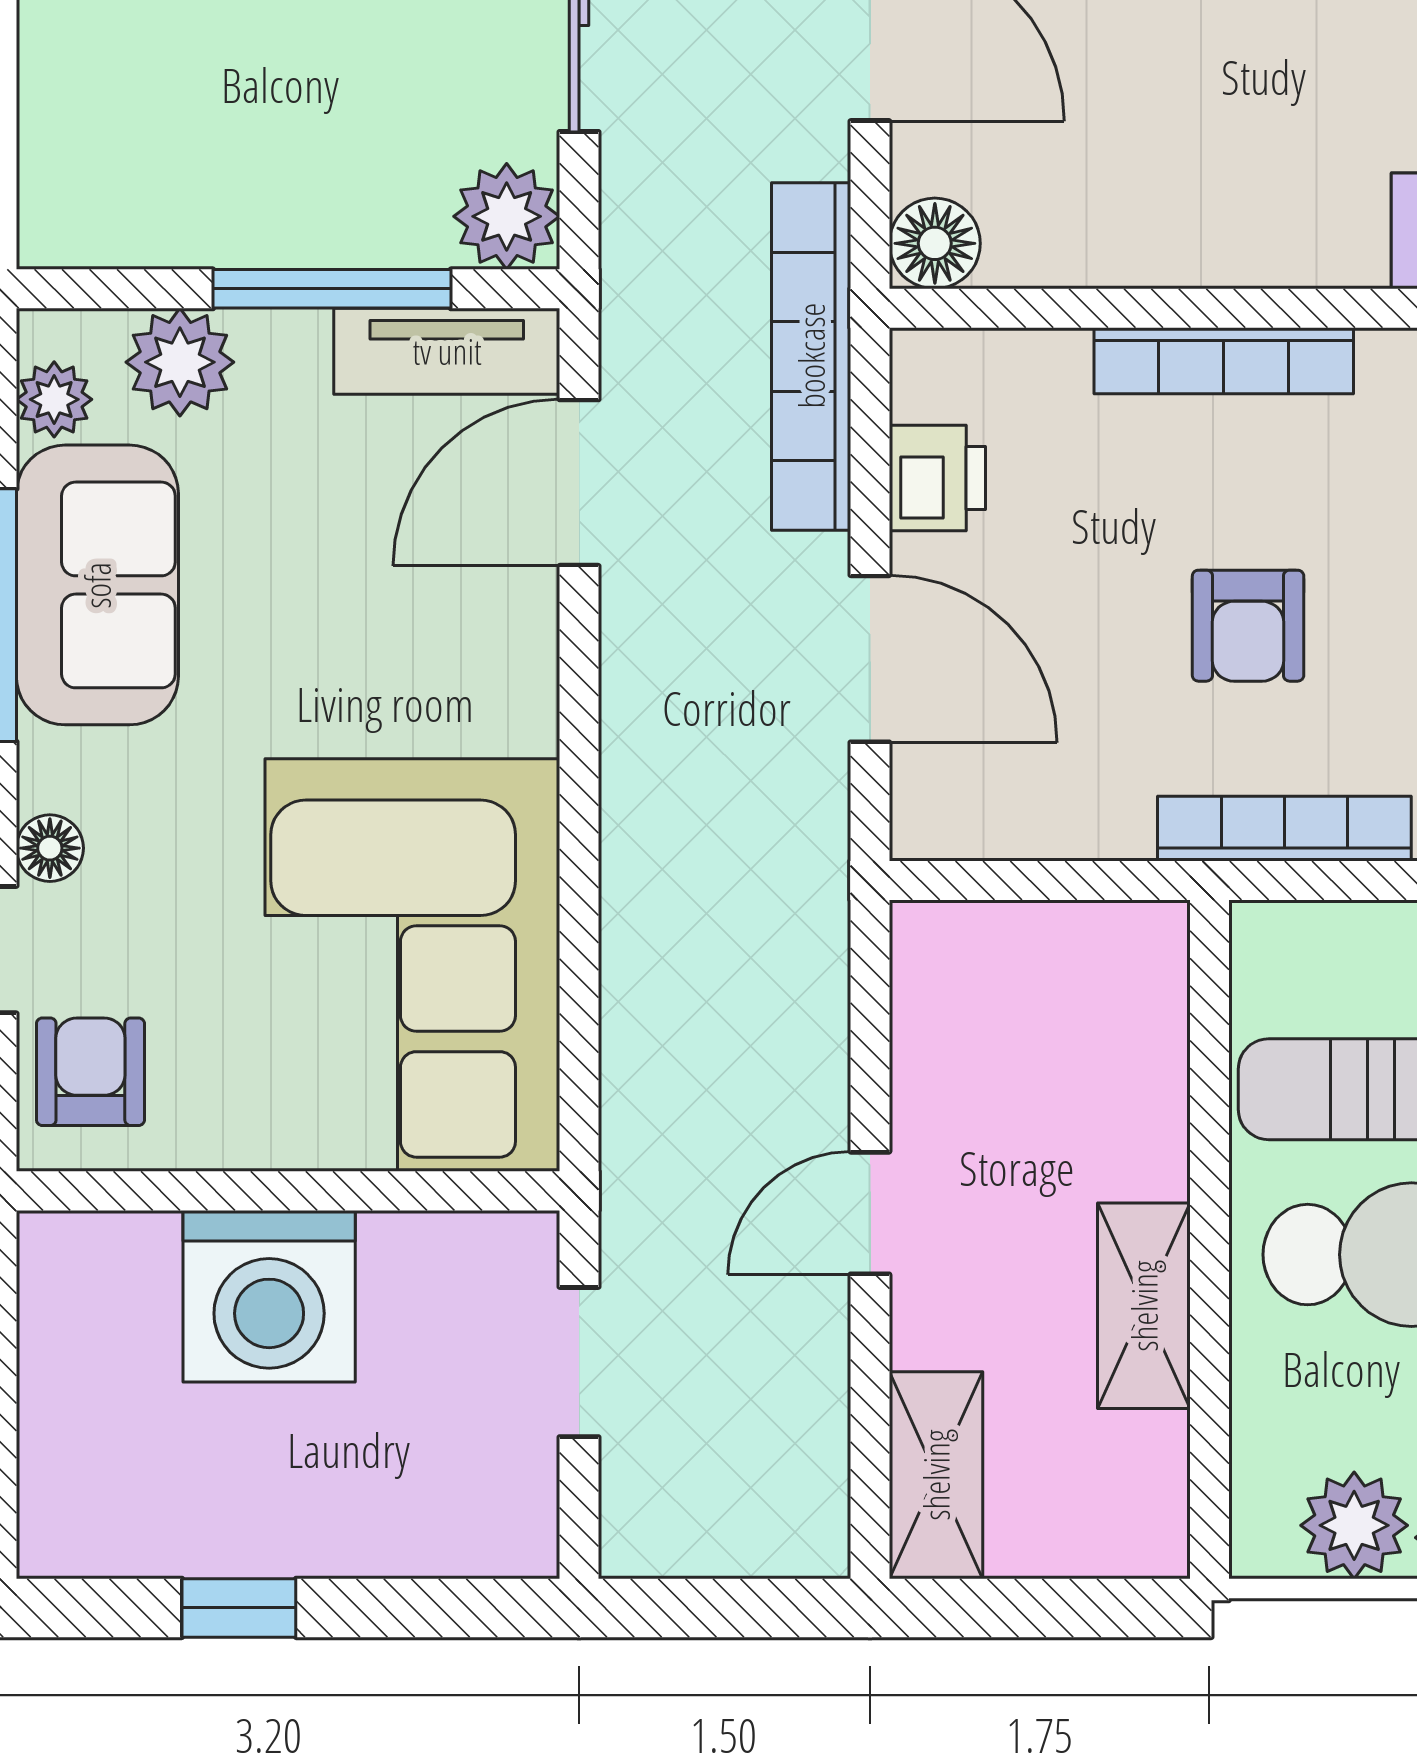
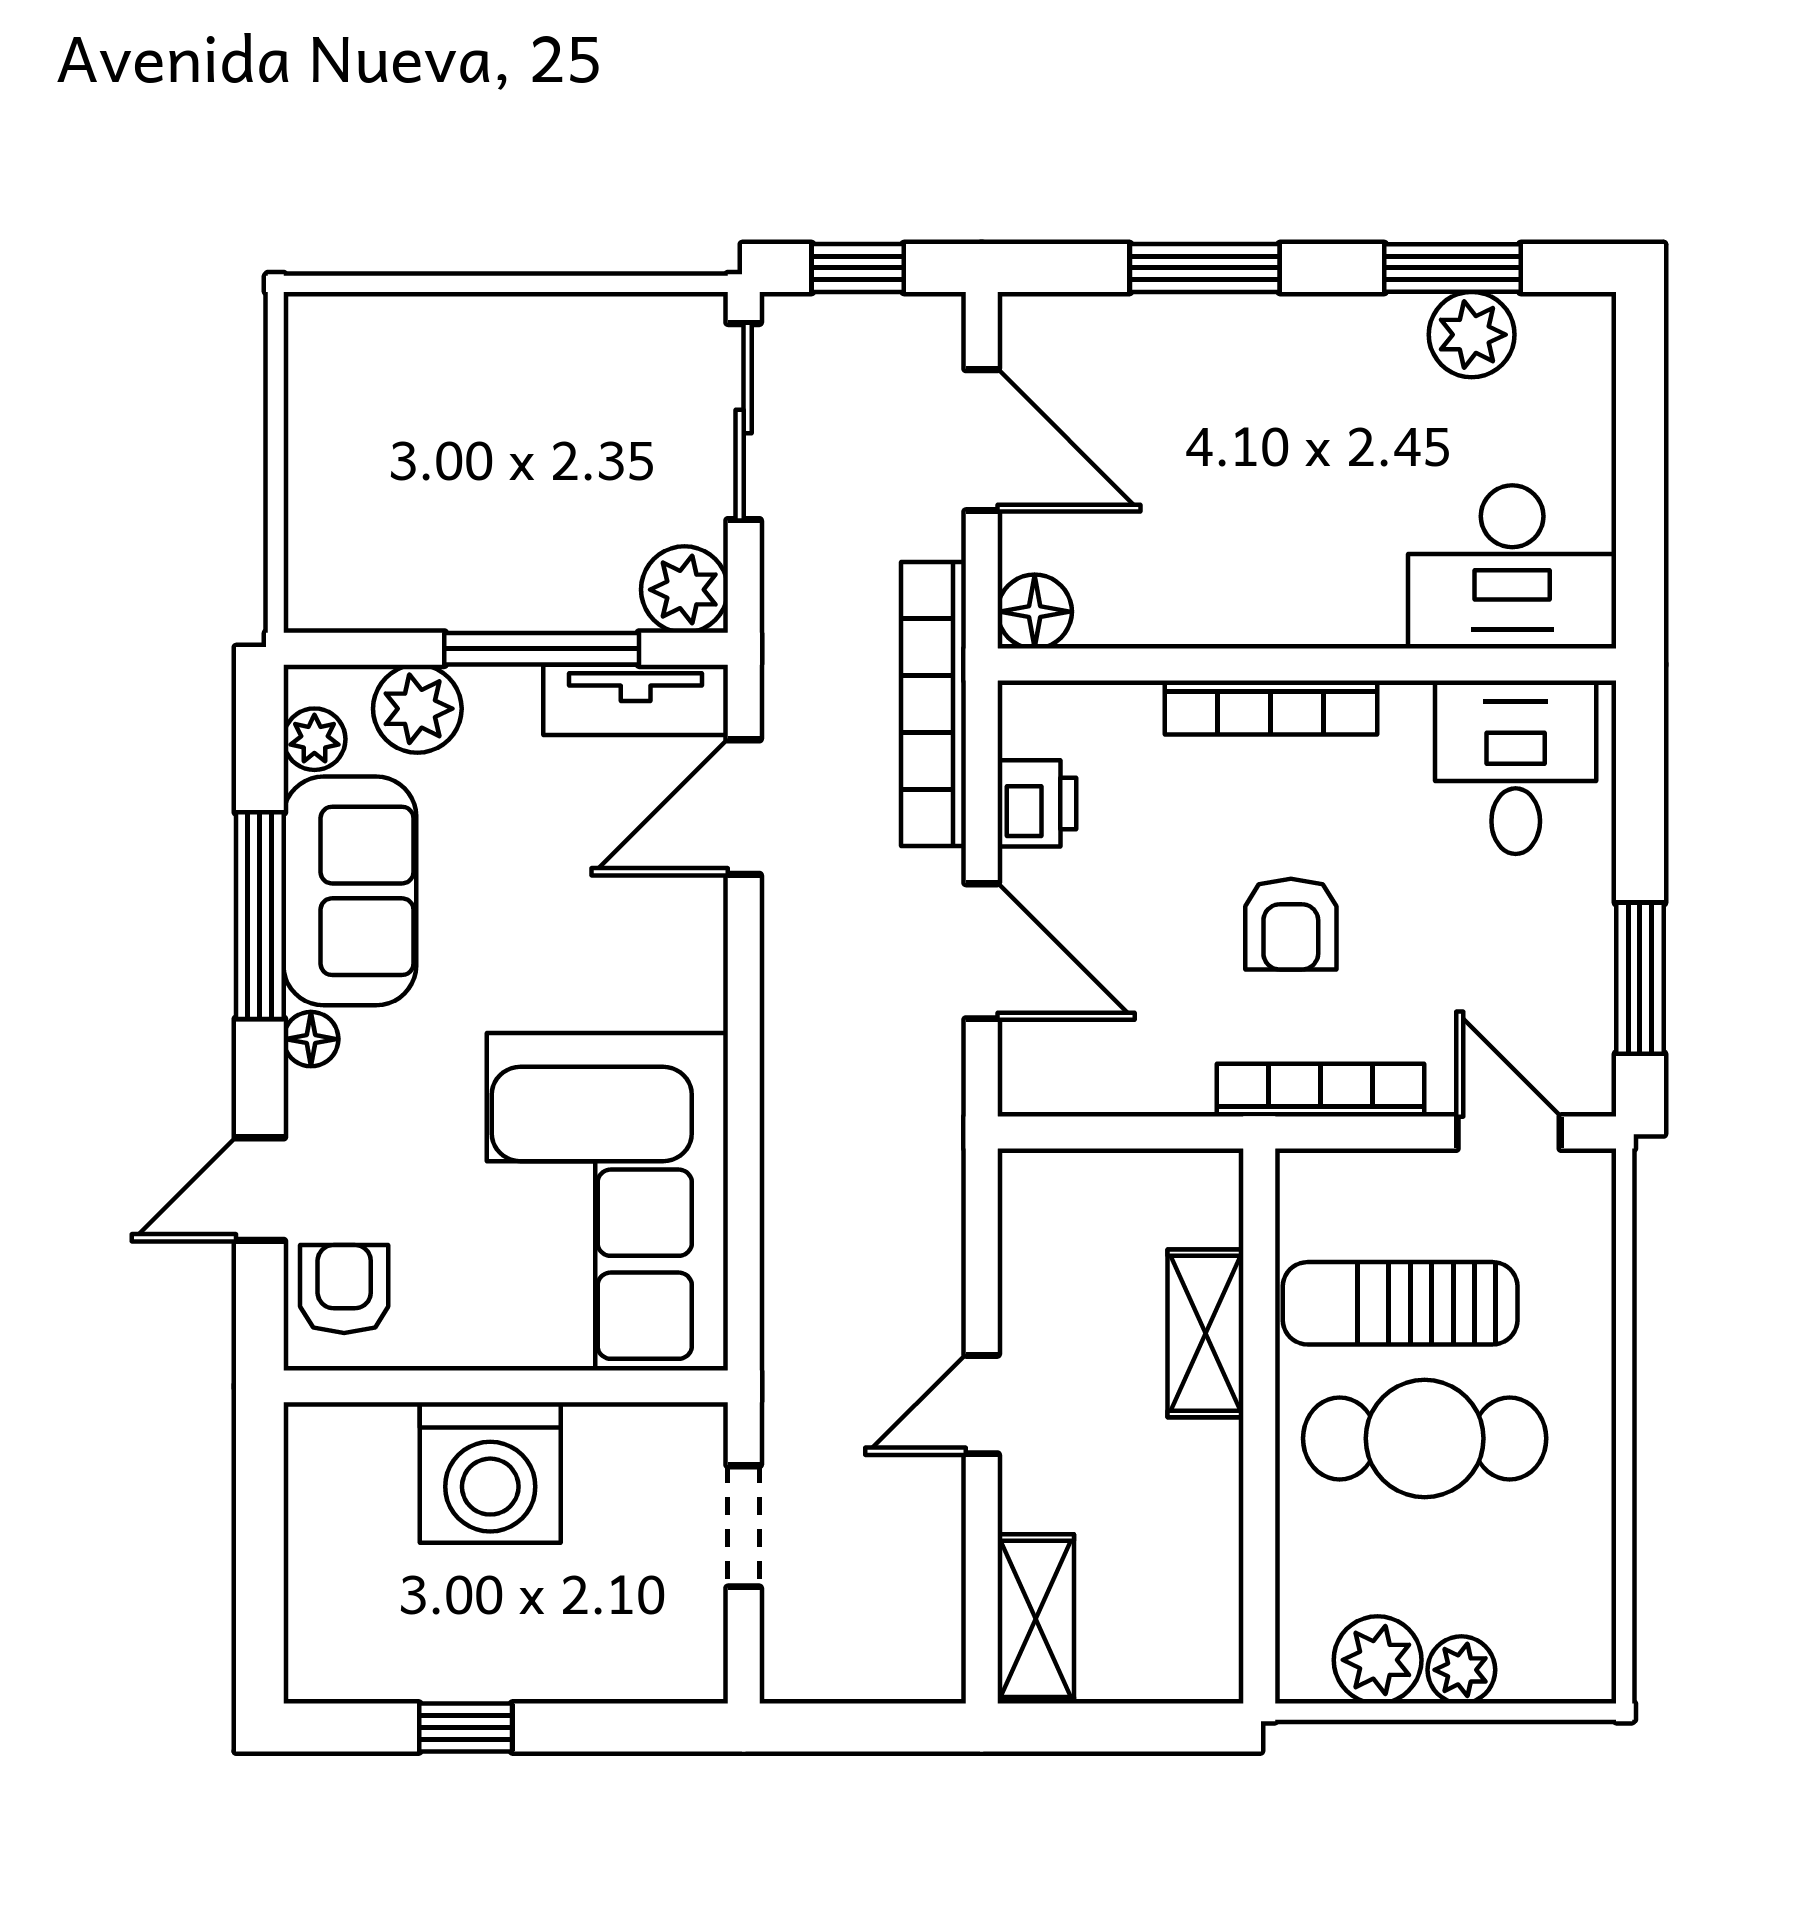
floor lamp: (50, 848) -> (311, 1039), moved
shelving: (1144, 1306) -> (1206, 1333), moved

